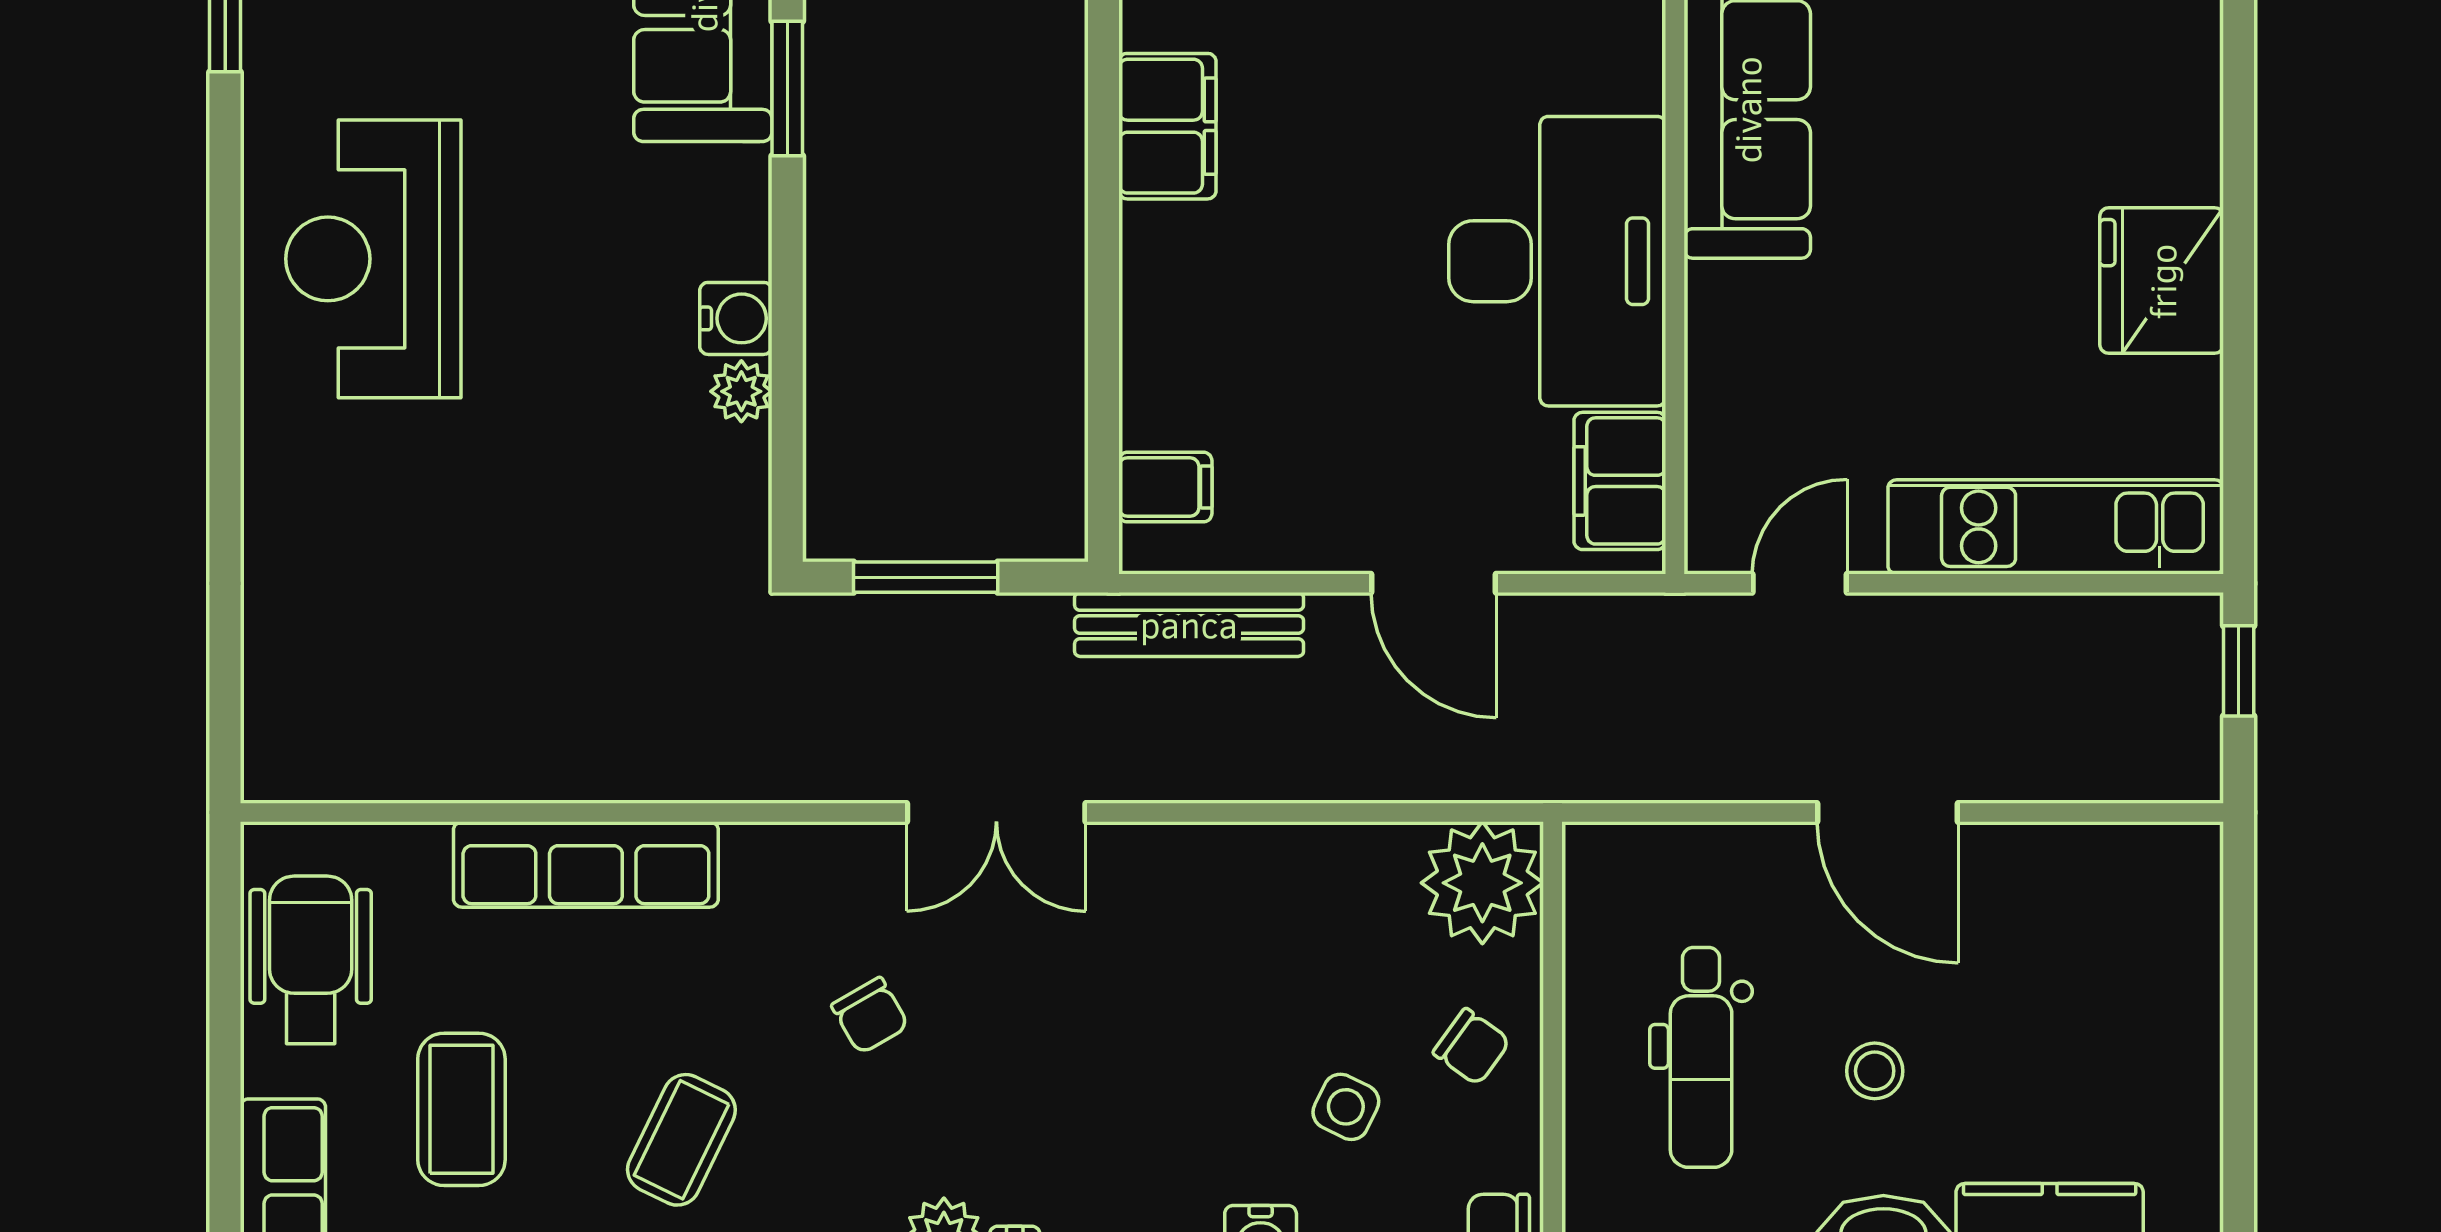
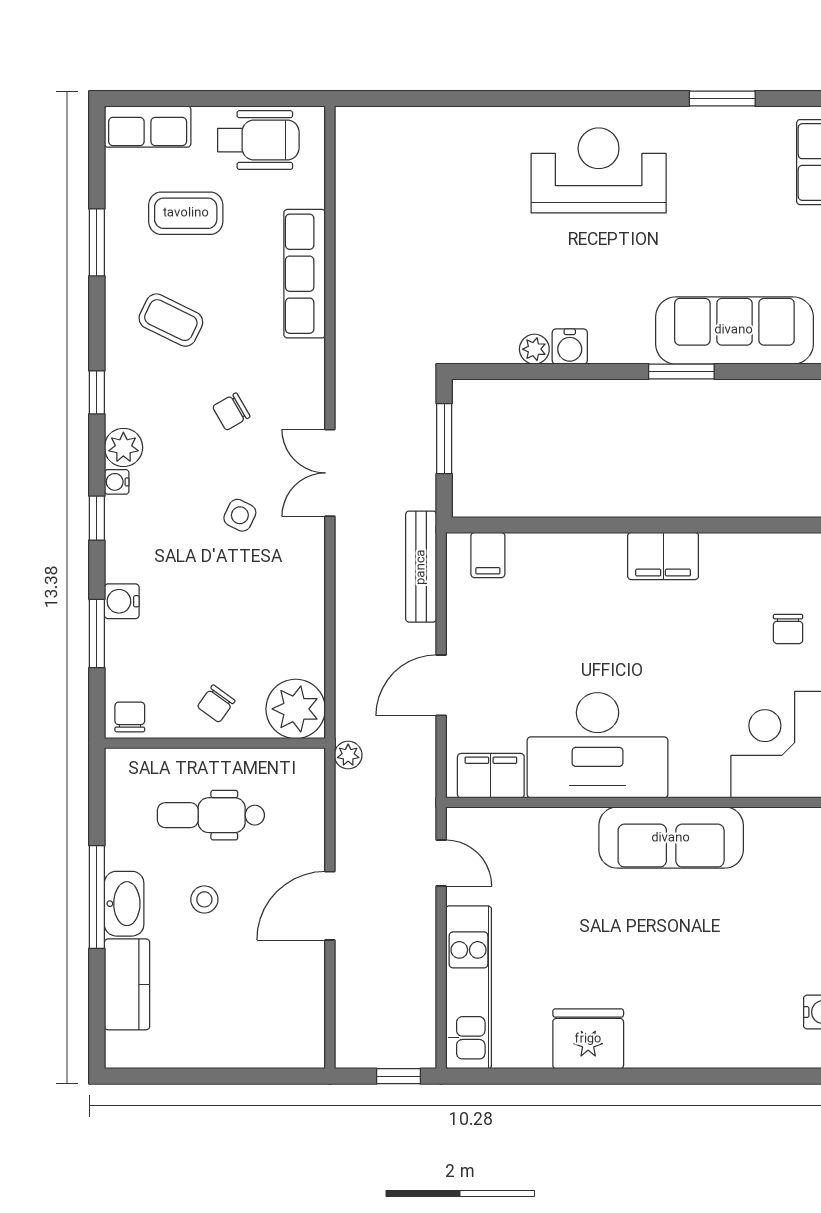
plant: (1577, 775) -> (348, 755), added
side table: (1346, 1107) -> (240, 515), moved

